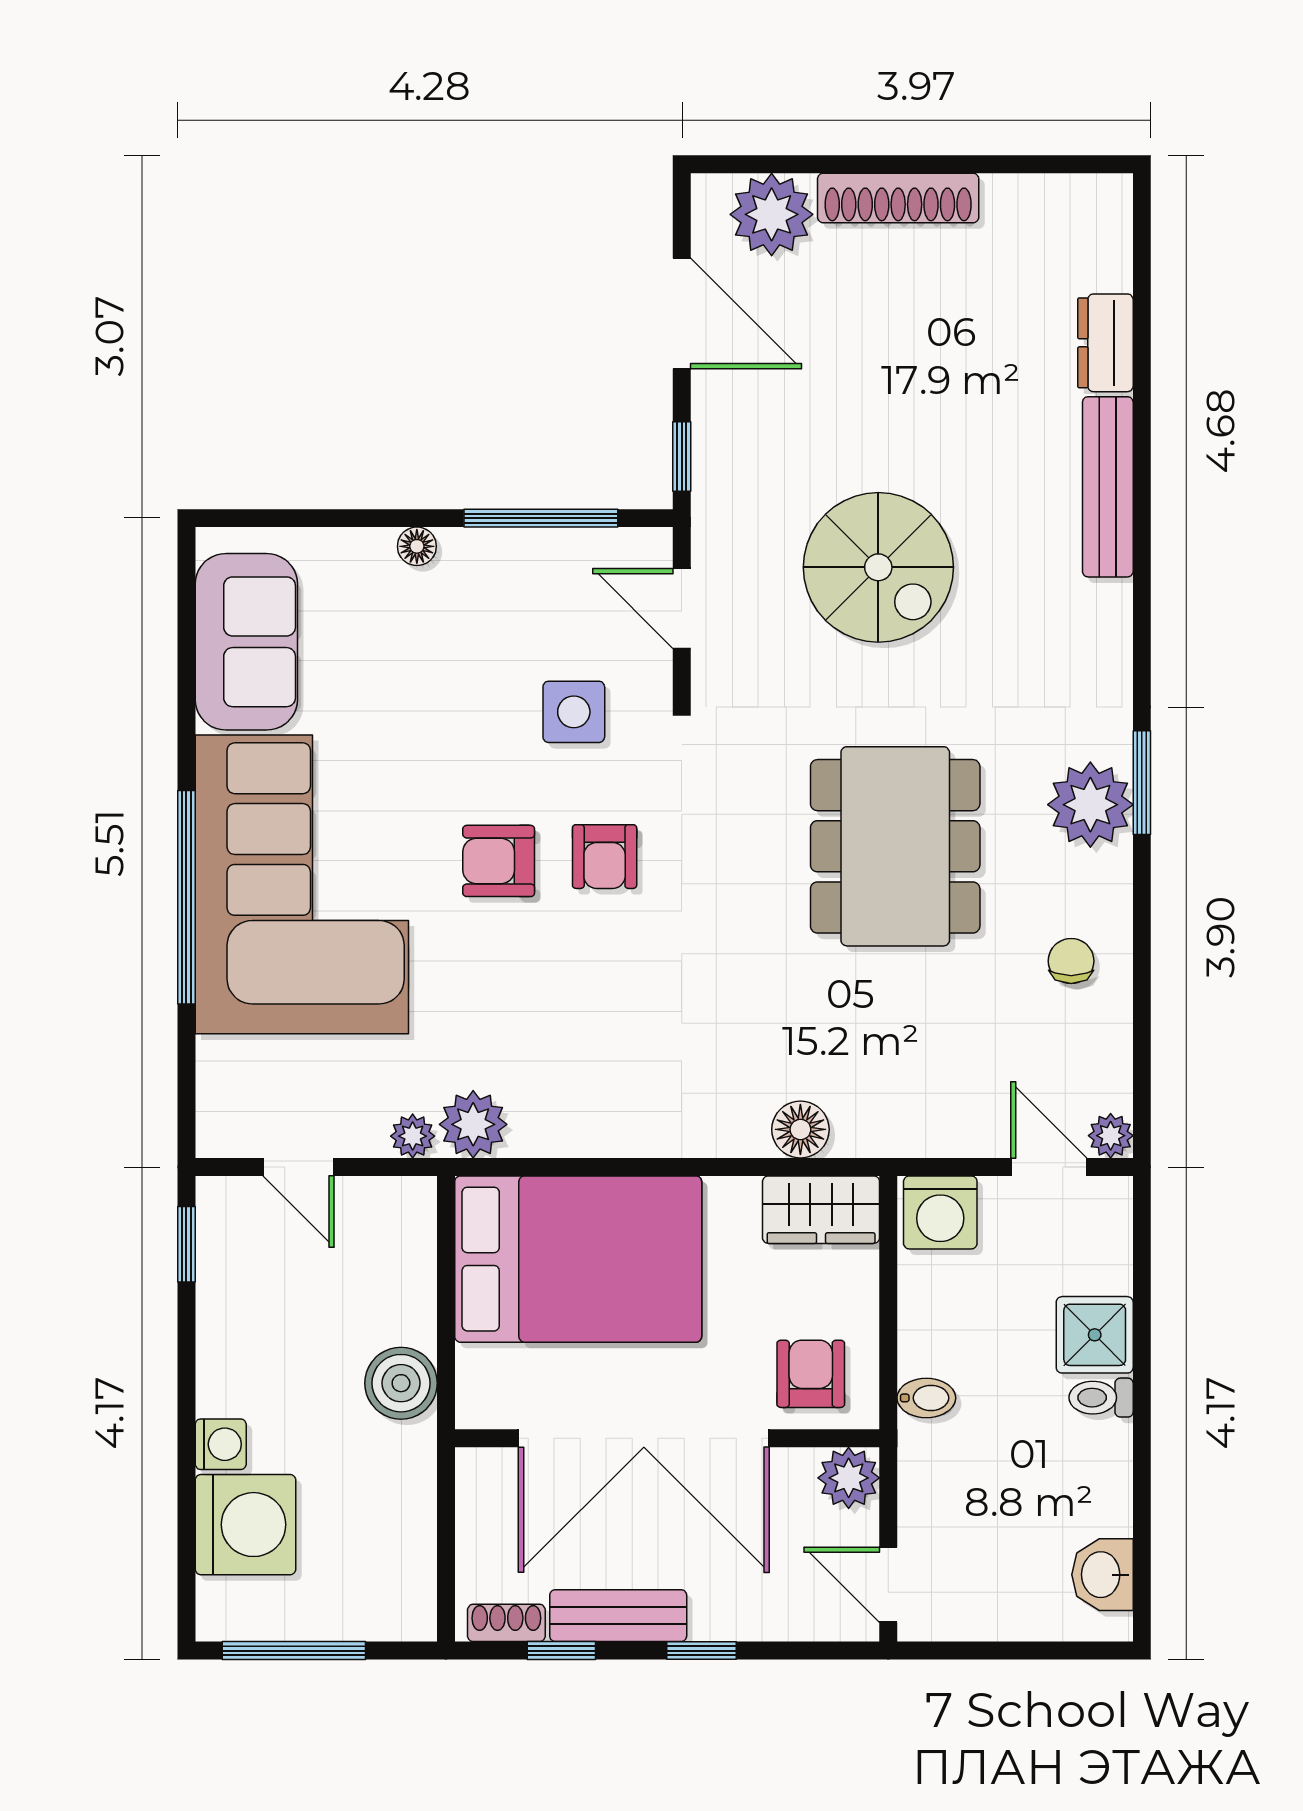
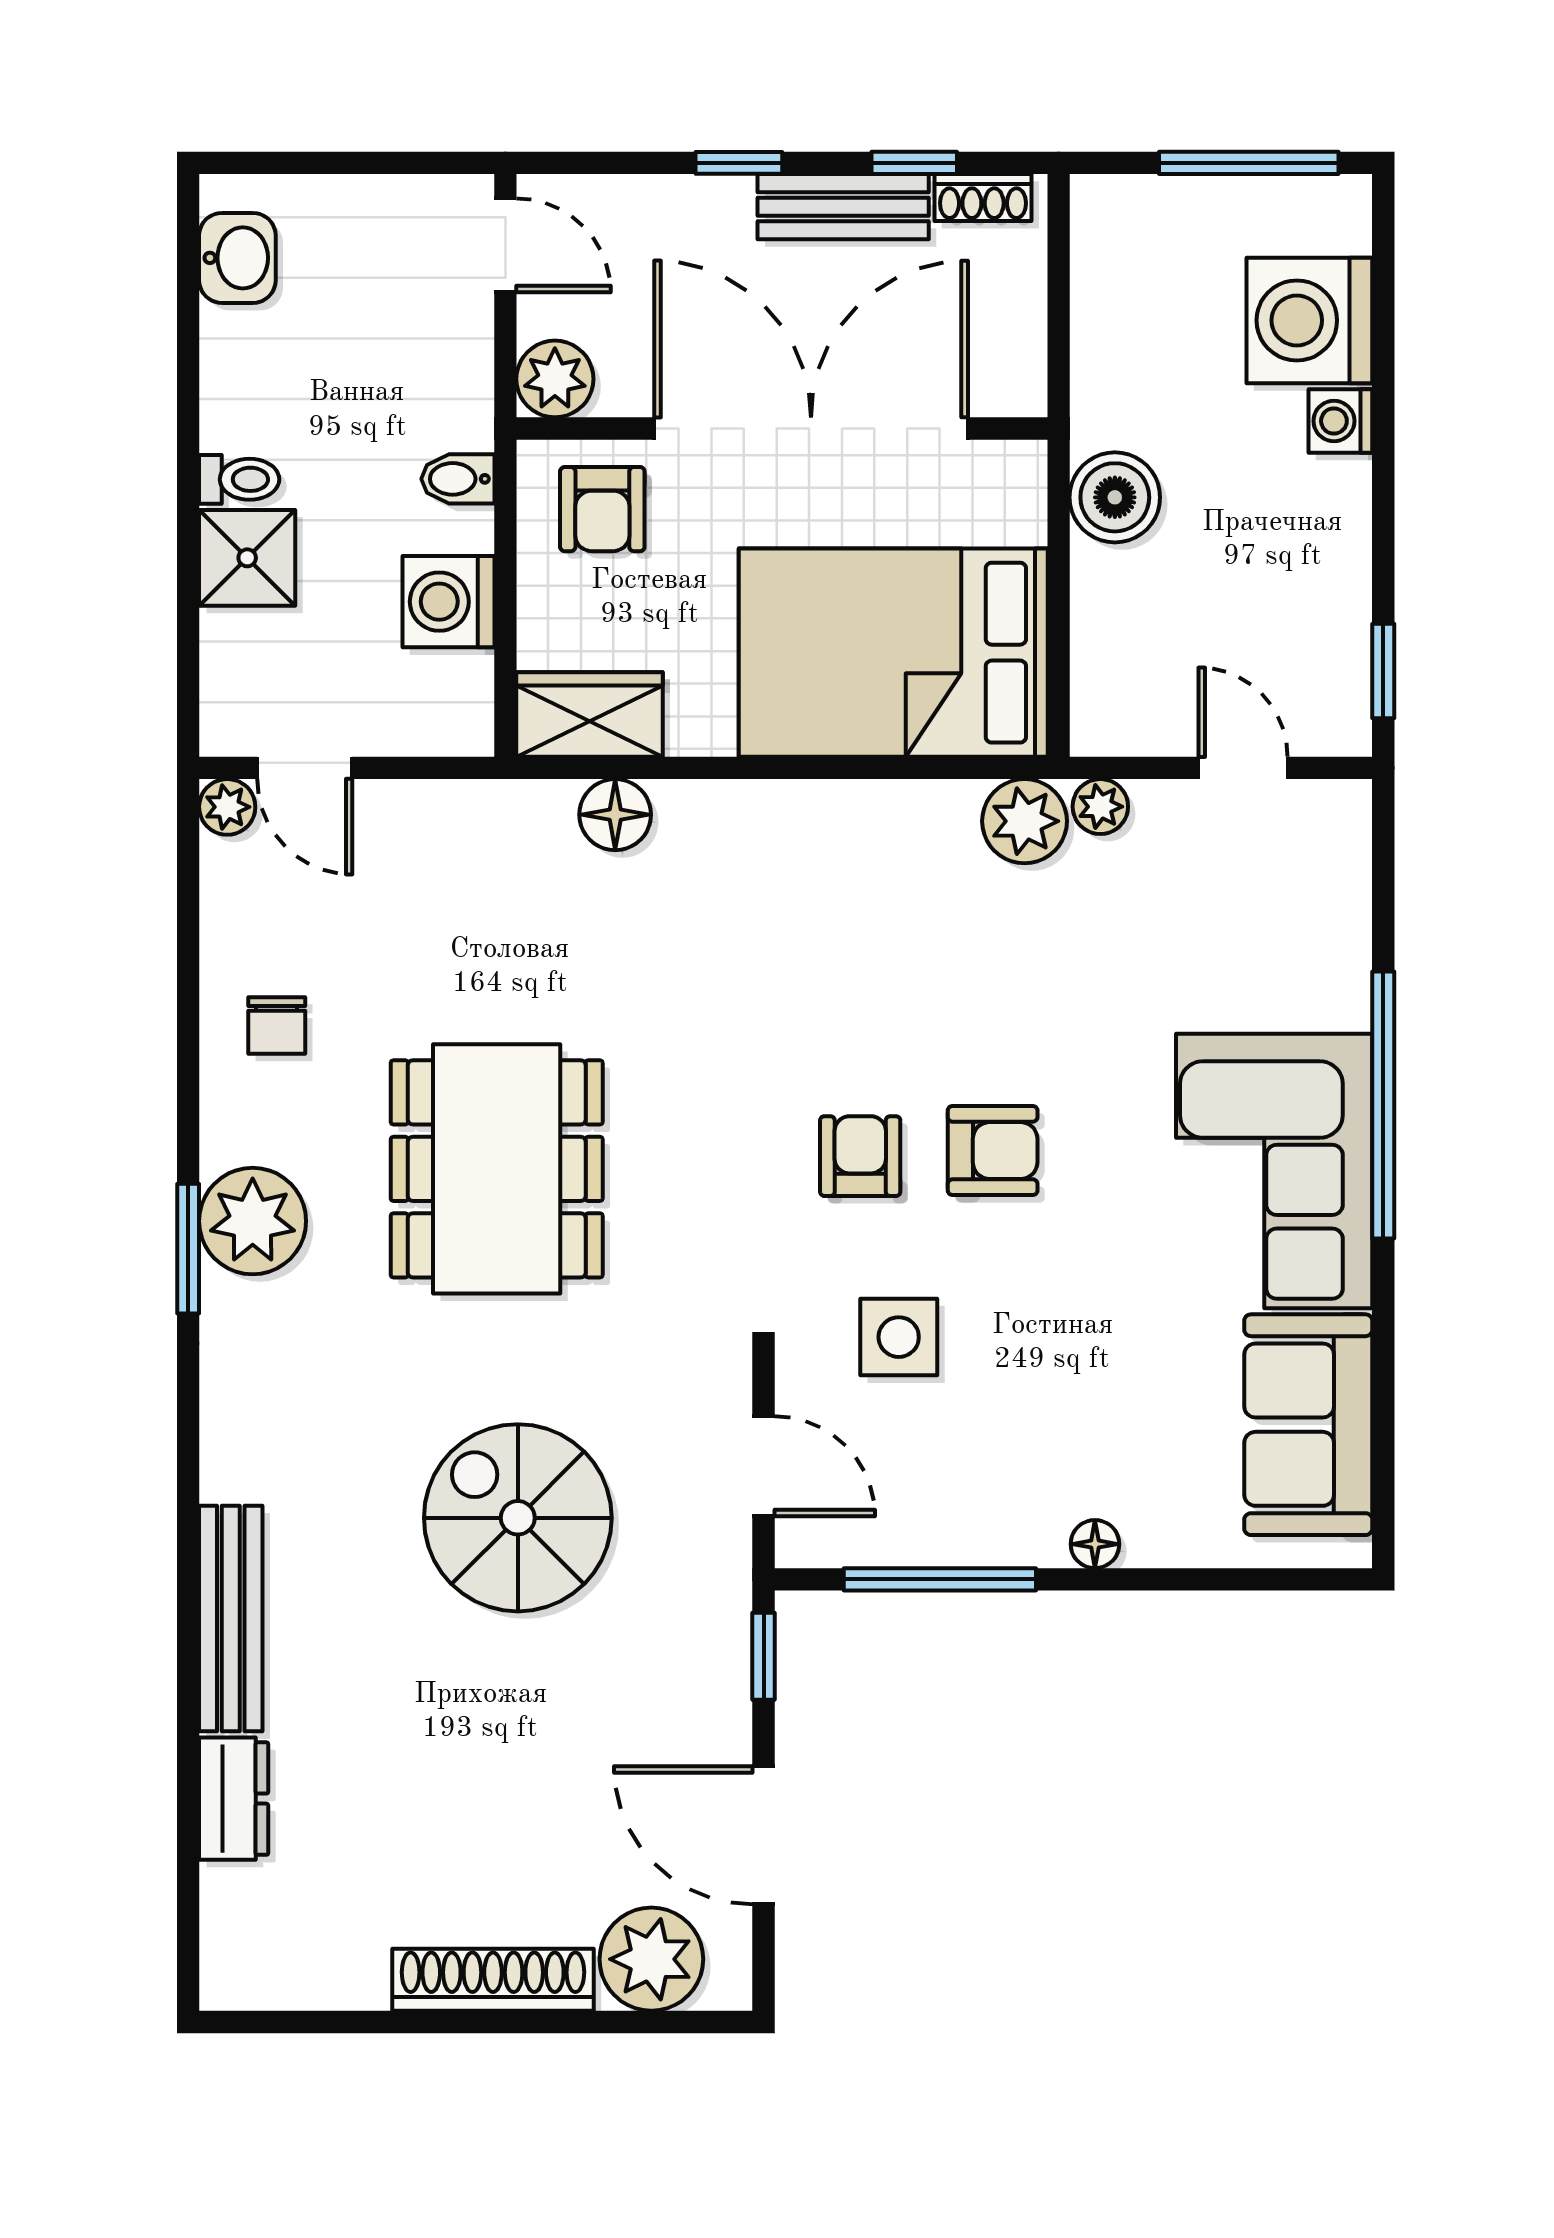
corner sofa: (302, 884) -> (1274, 1171), width x0.73, depth x0.74
washing machine: (940, 1212) -> (448, 602), moved, turned -90

